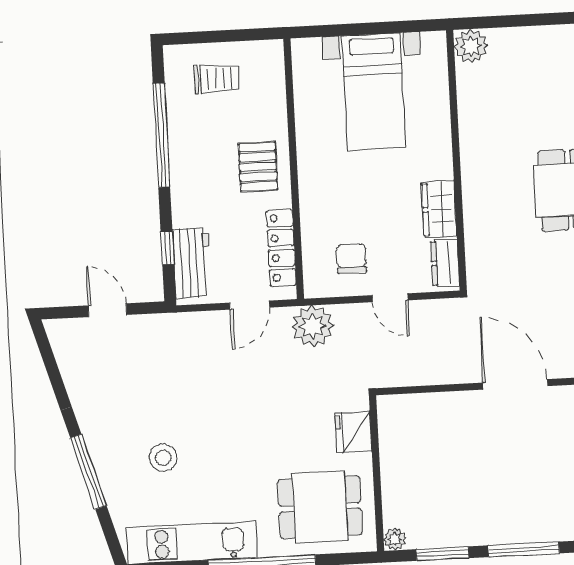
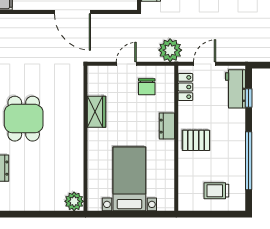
pallet: (258, 167) -> (196, 140), turned 90
locker: (281, 248) -> (185, 87), width x0.66
dresser: (445, 263) -> (167, 126), moved, turned 180
door: (390, 298) -> (126, 64), hinge flipped
door: (515, 384) -> (72, 12), moved

